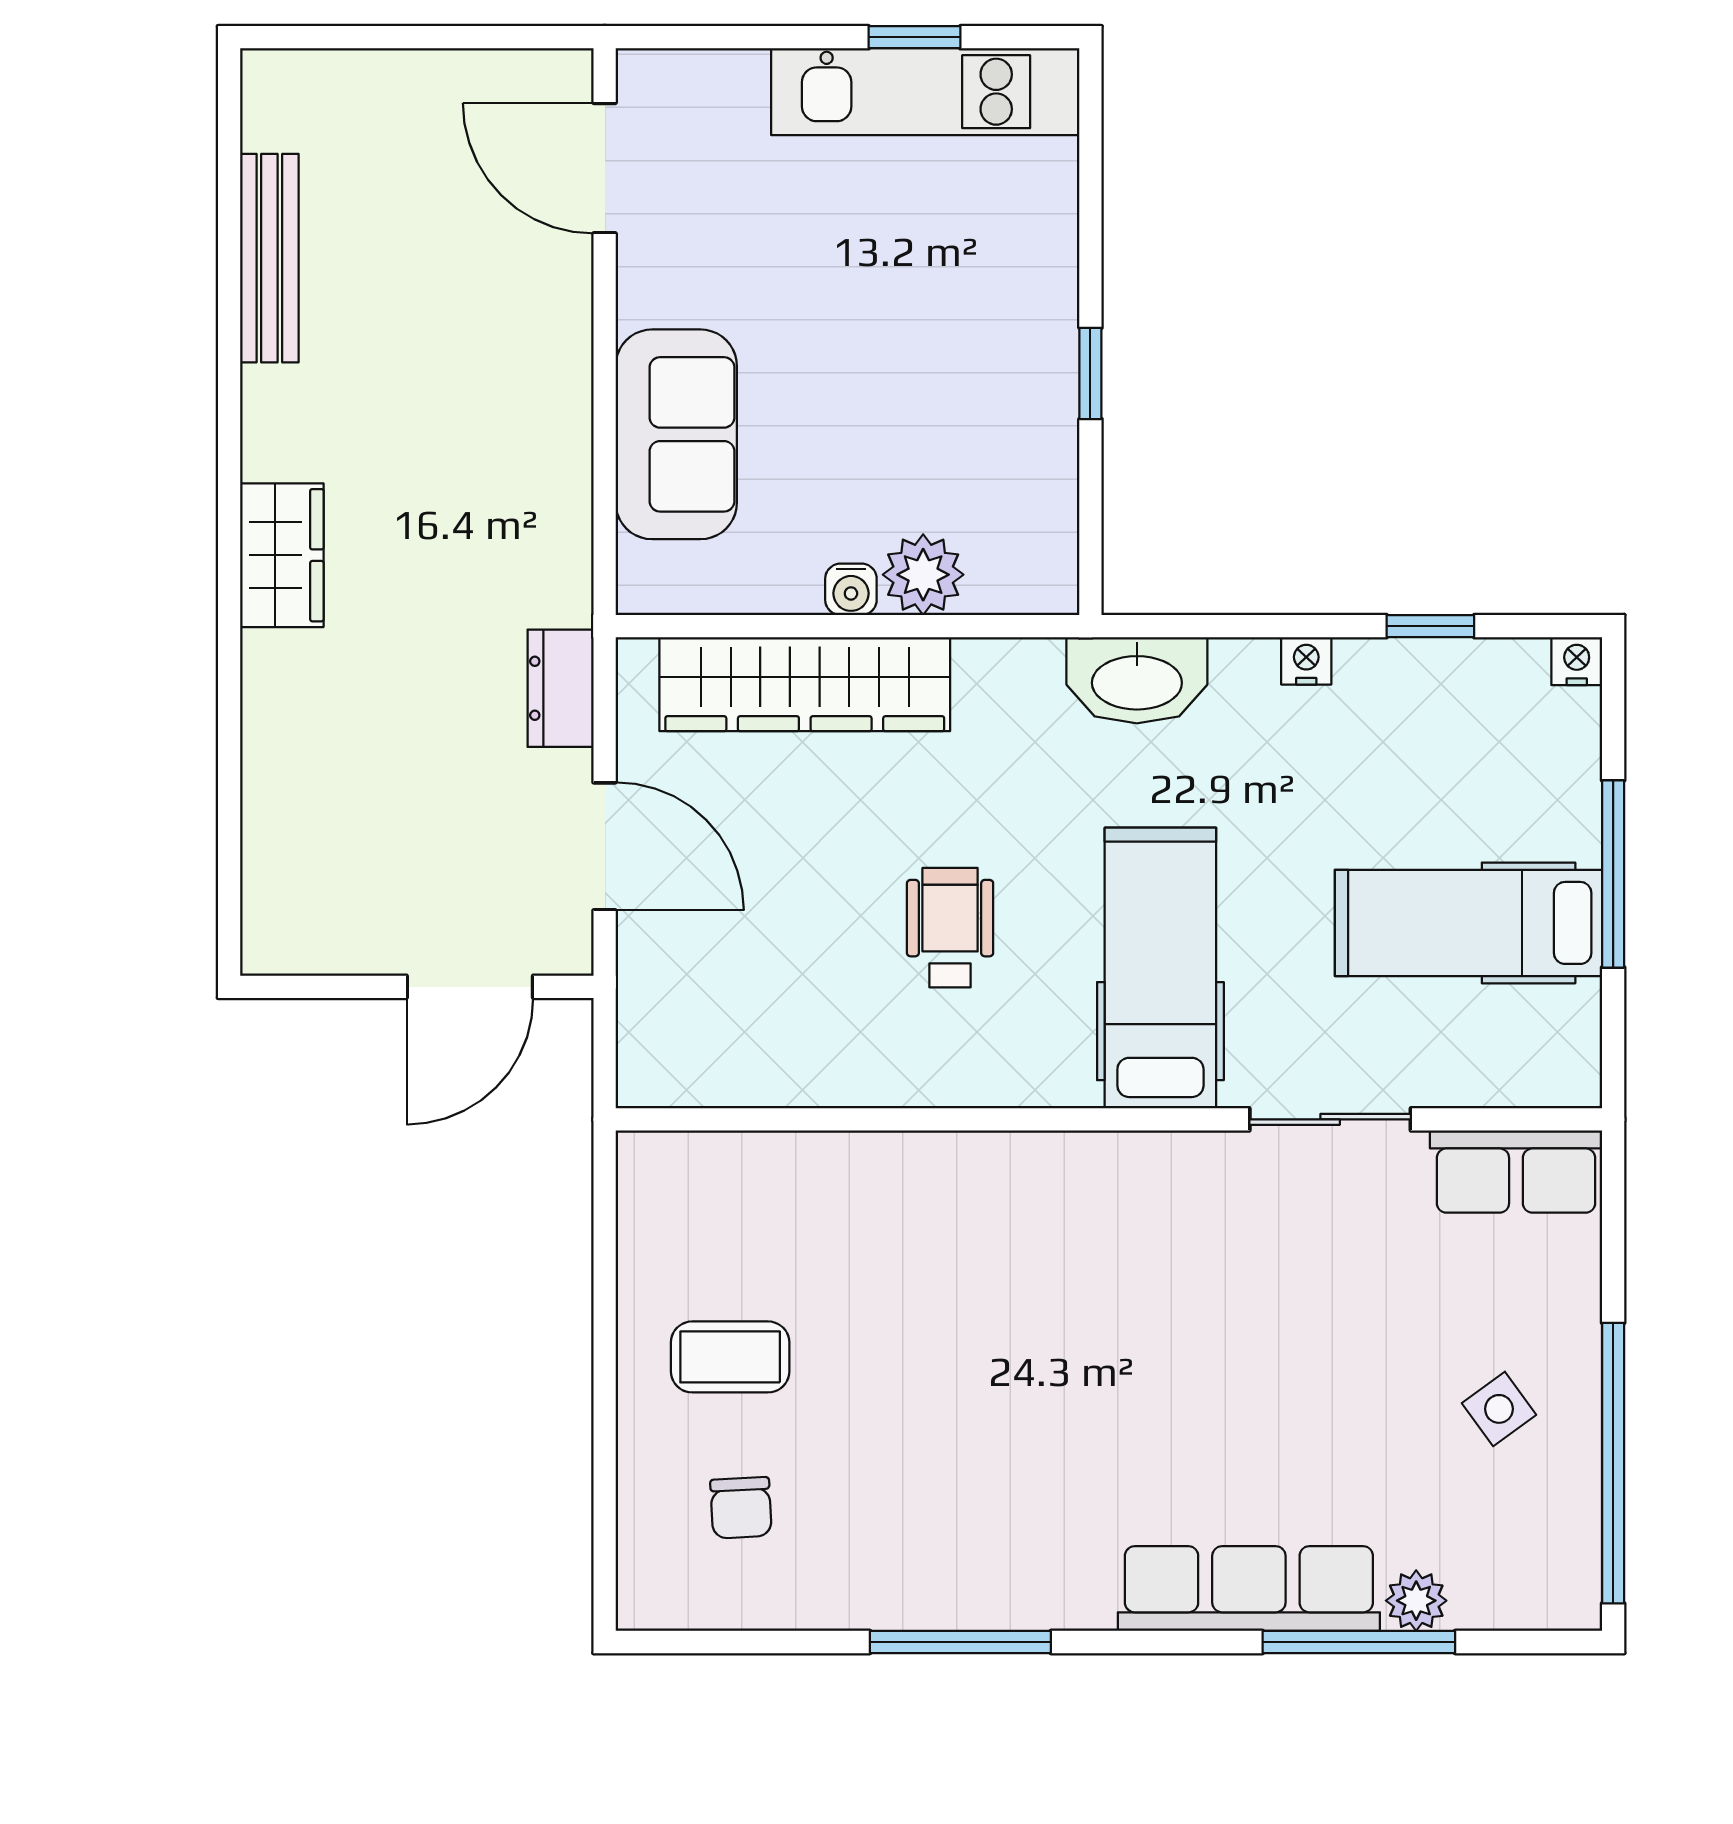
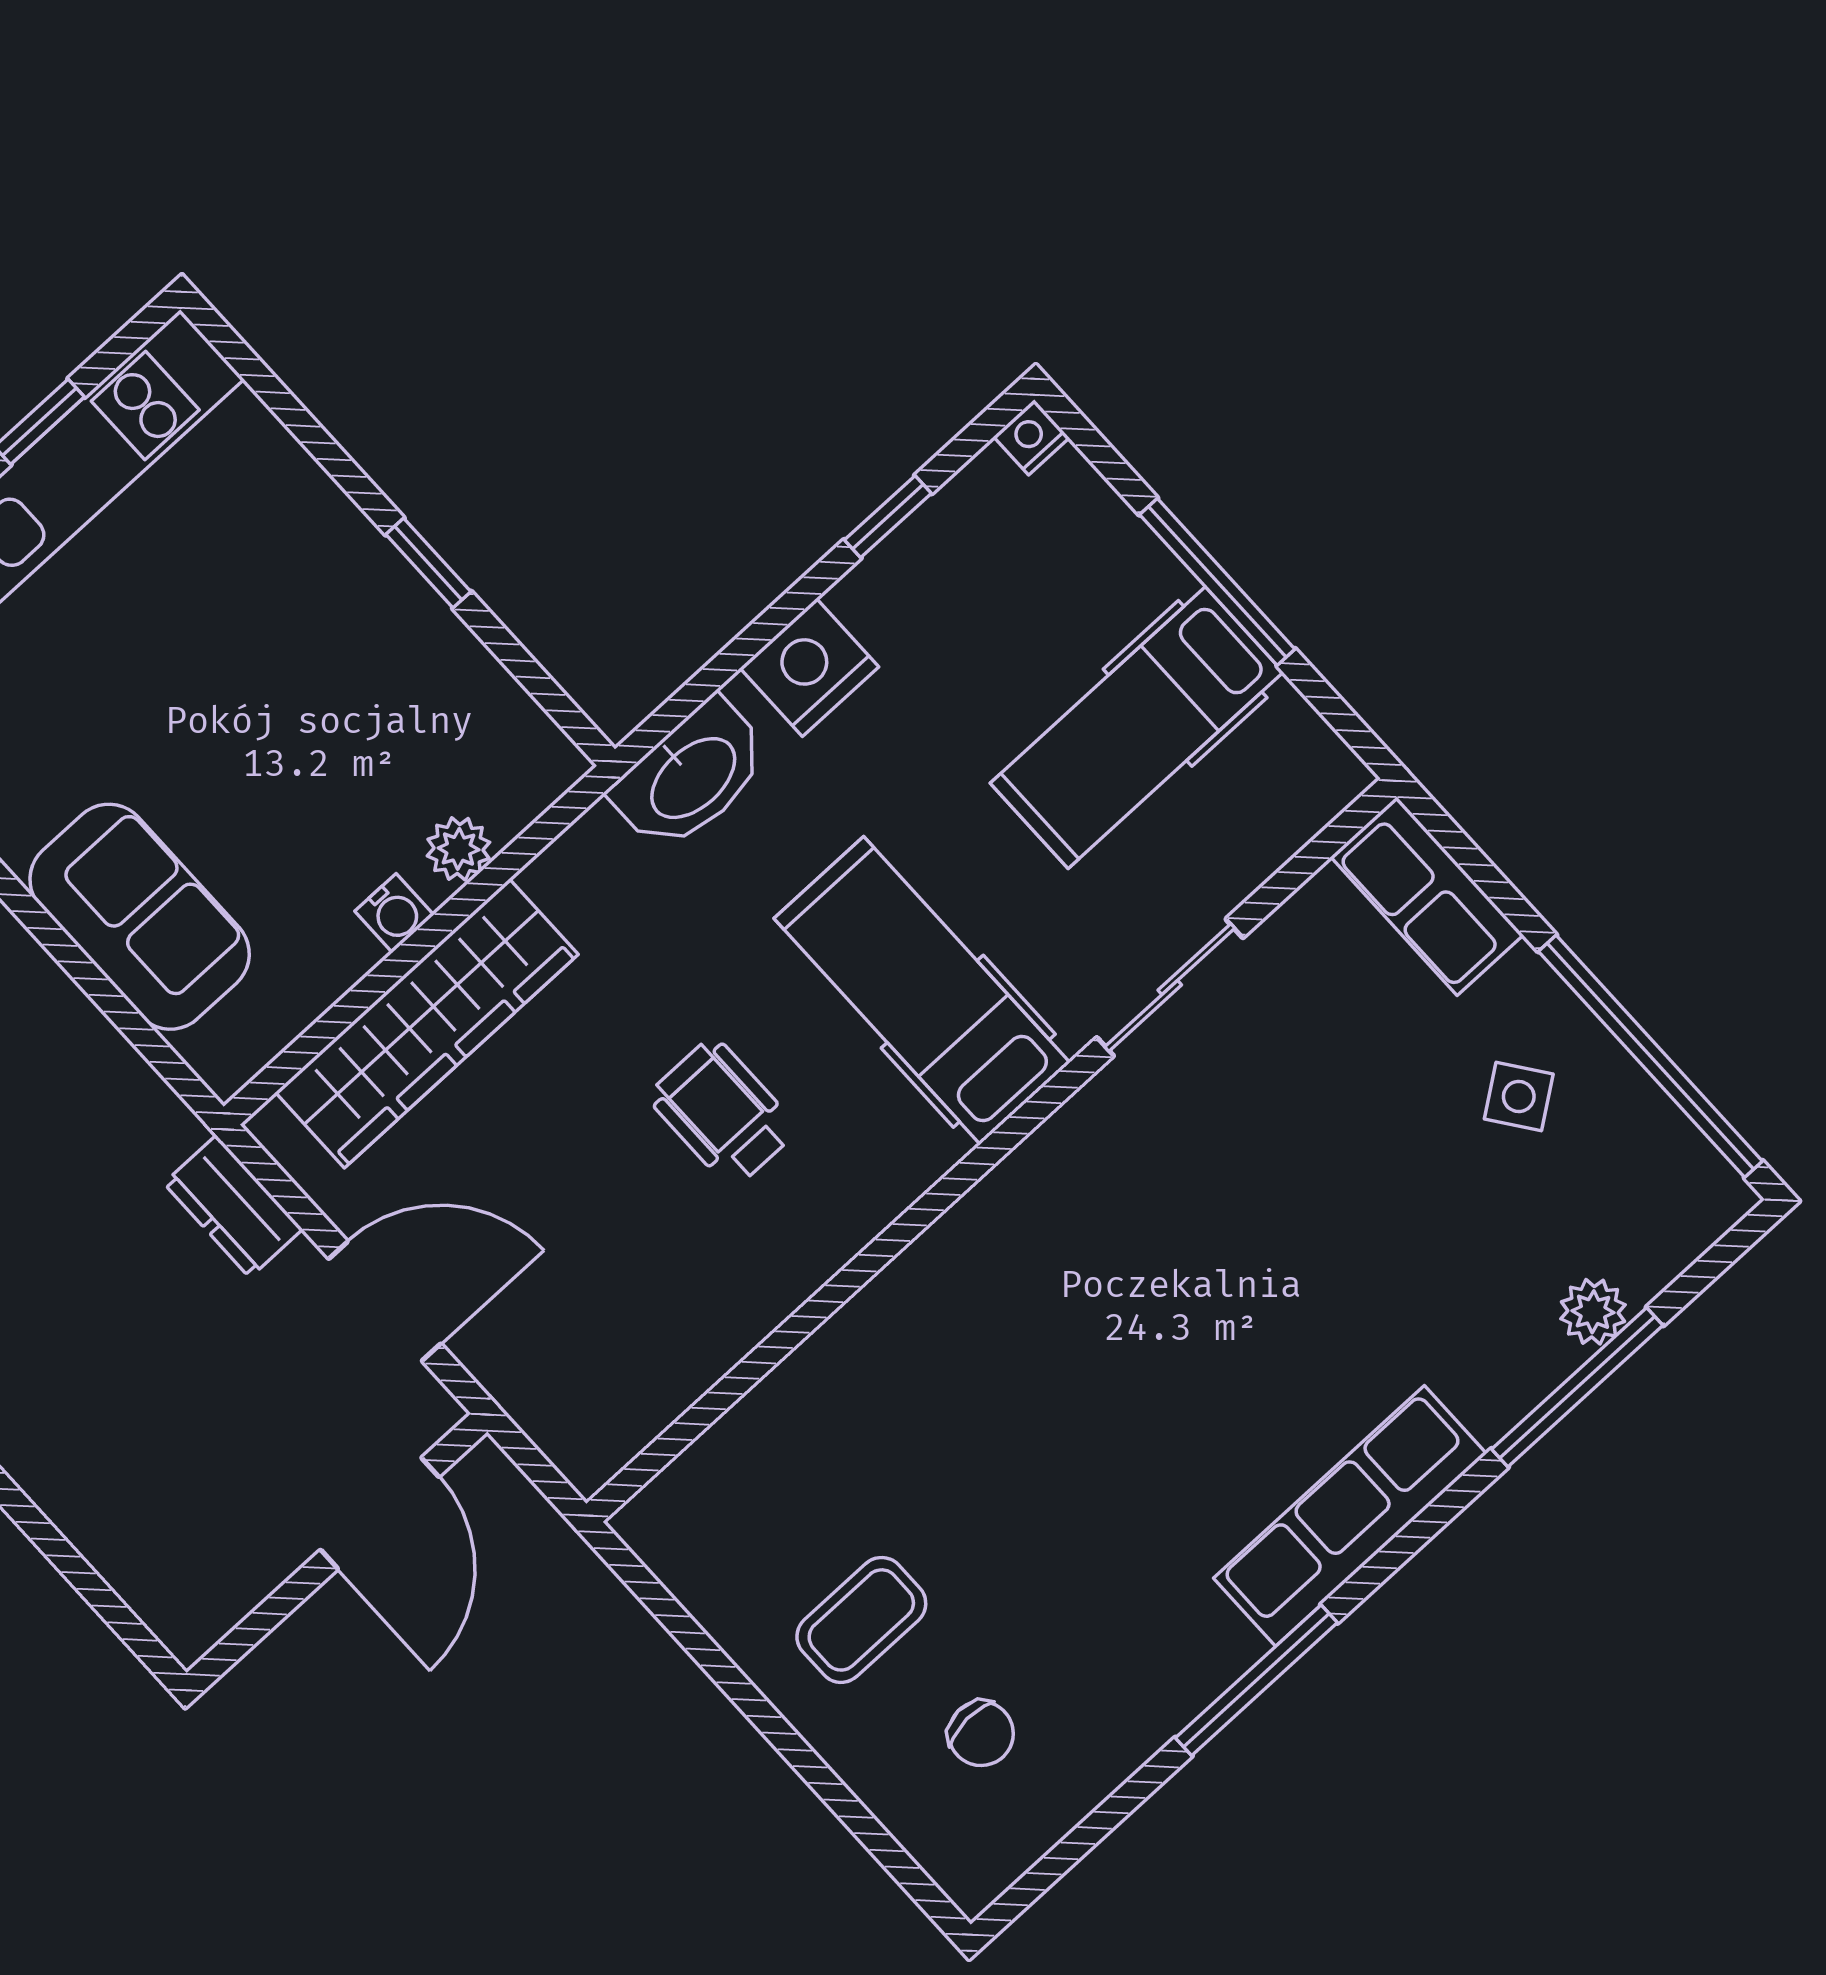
plant: (923, 575) -> (459, 849), width x0.73, depth x0.73
nightstand: (1306, 661) -> (809, 667), width x1.89, depth x1.79
row of seats: (1516, 1172) -> (1427, 896), moved, turned 90
row of seats: (1249, 1589) -> (1350, 1516), moved

